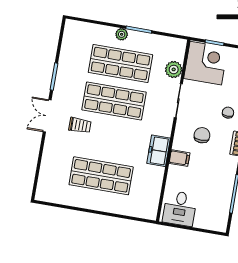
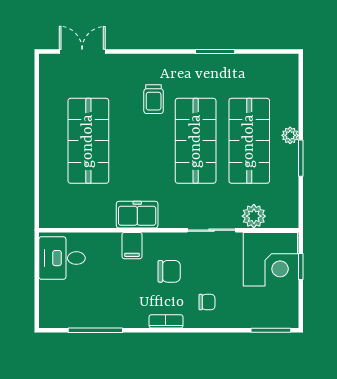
double door: (47, 116) -> (82, 51), moved

